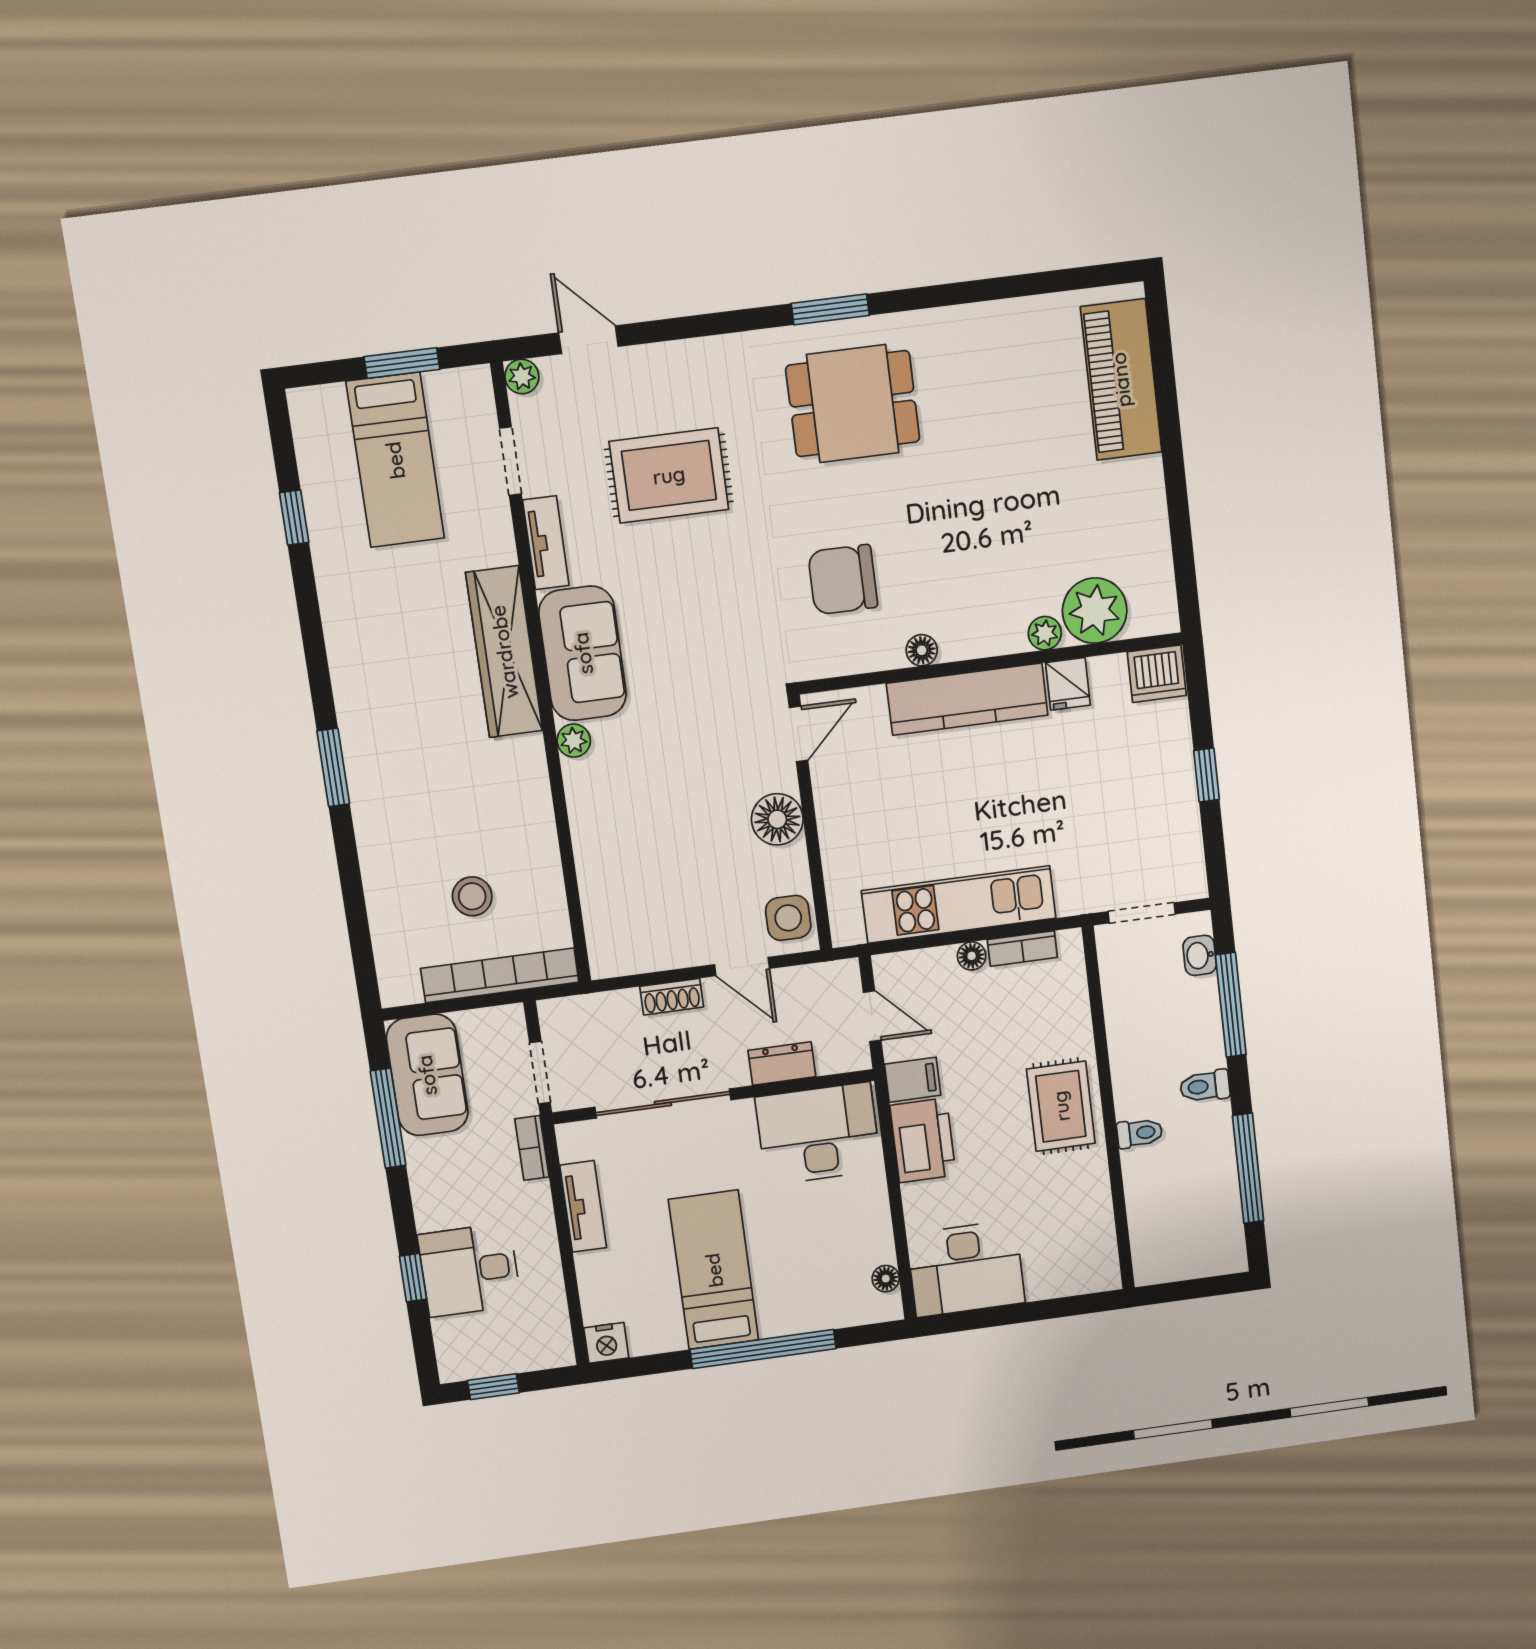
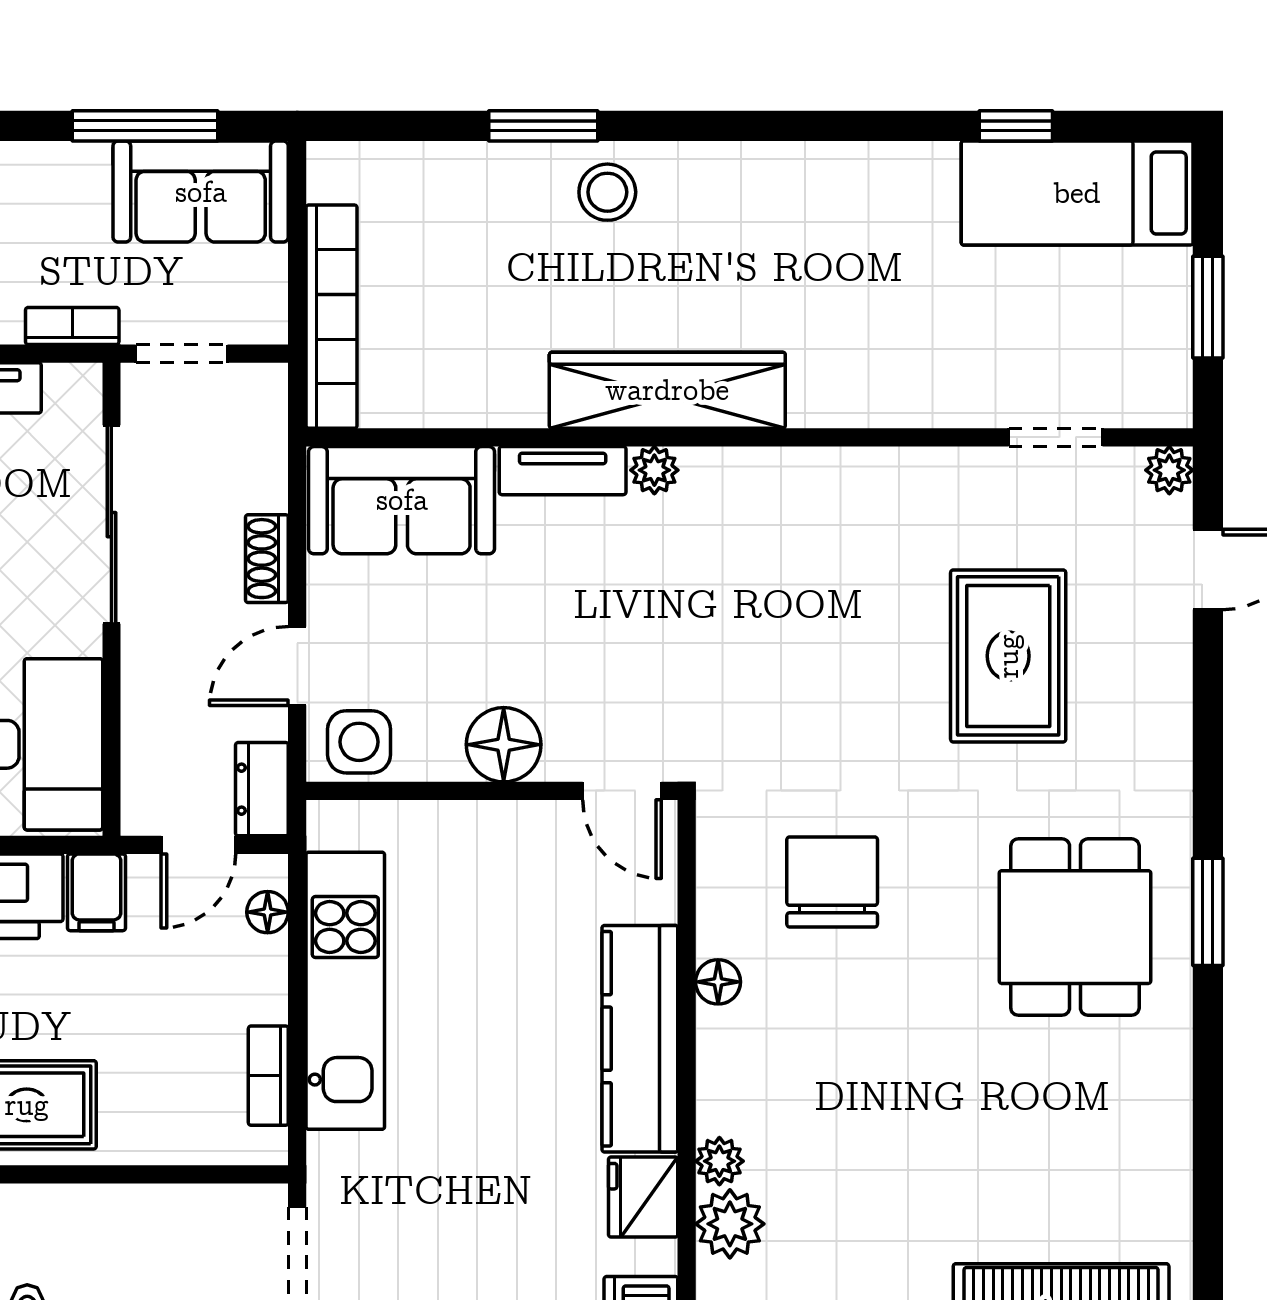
bed: (395, 460) -> (1077, 193), moved
tv unit: (546, 543) -> (563, 471), moved
plant: (1095, 611) -> (730, 1224), width x0.73, depth x0.73
wardrobe: (504, 652) -> (667, 390), moved
sofa: (583, 653) -> (402, 500), moved
fridge: (1068, 684) -> (643, 1197), width x1.38
window: (333, 768) -> (543, 126), moved
stool: (472, 896) -> (607, 192), moved
floor lamp: (972, 956) -> (268, 912), moved
dresser: (782, 1064) -> (262, 789), moved, turned 180

